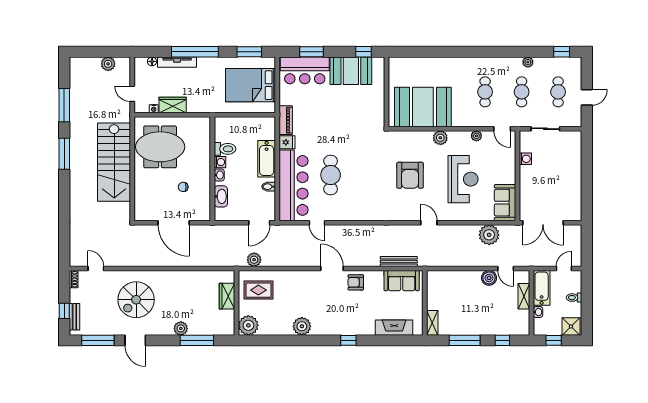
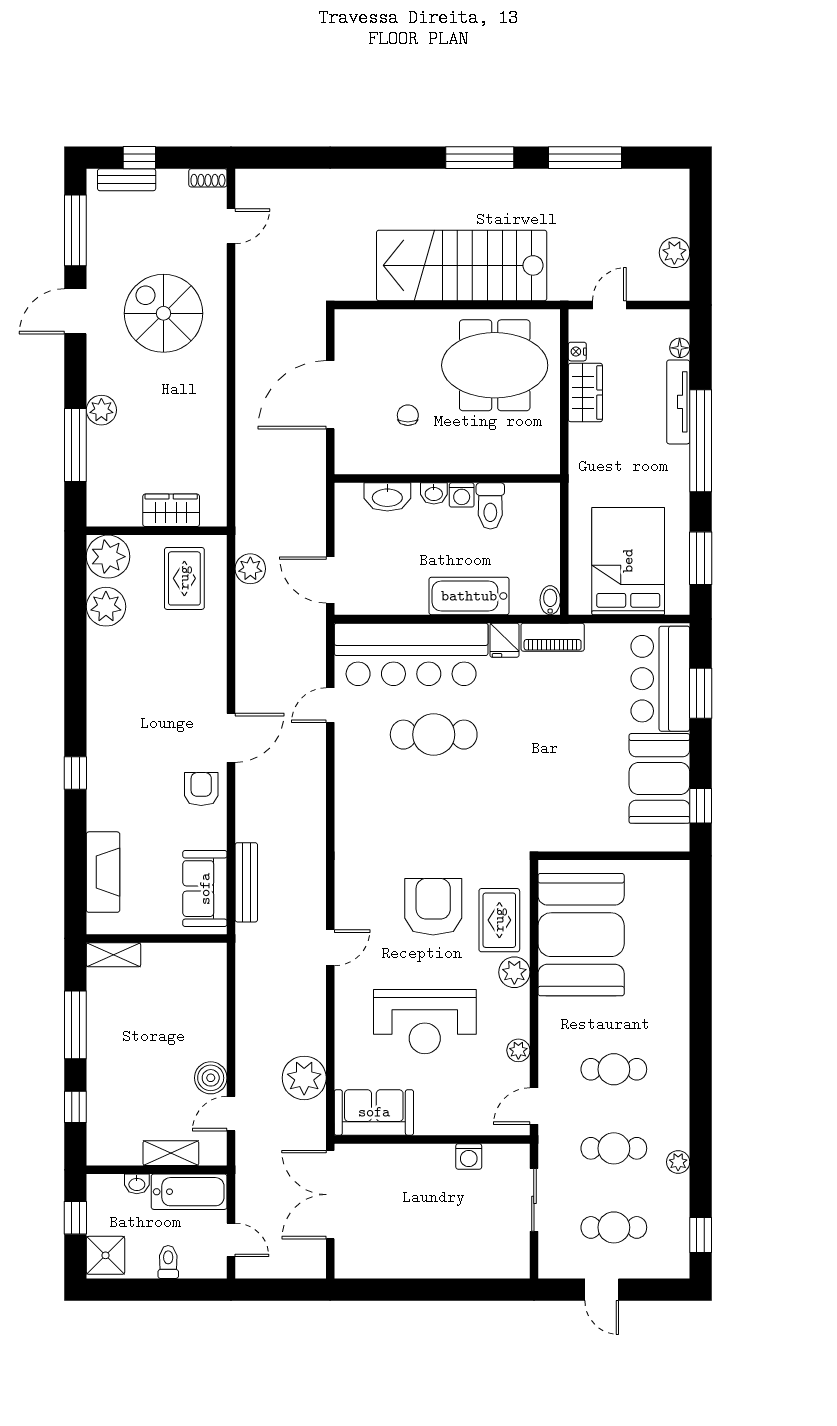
rug: (416, 145) -> (499, 920), added
meeting table: (160, 147) -> (495, 365), turned 90
armchair: (410, 175) -> (433, 907), turned 90
bidet: (269, 187) -> (550, 600), moved
plant: (302, 326) -> (106, 607), moved

